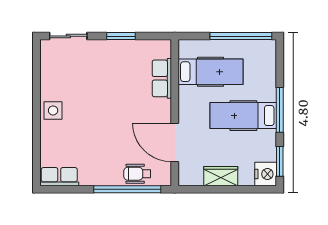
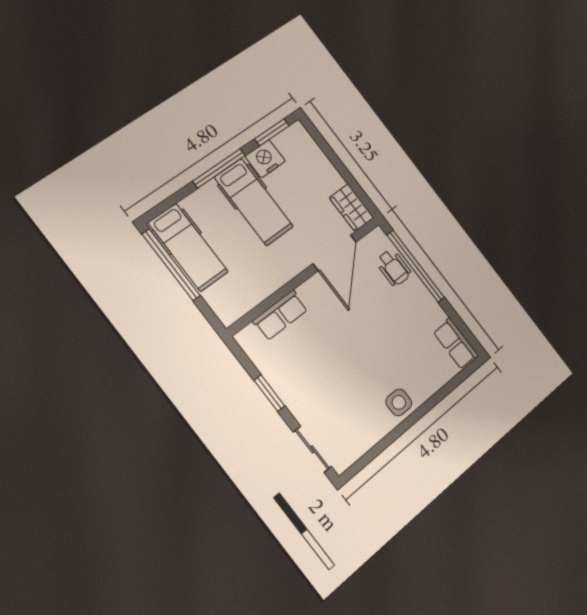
hospital bed: (211, 72) -> (188, 247), moved, turned 180
nightstand: (266, 174) -> (265, 159), moved
wardrobe: (221, 176) -> (351, 208), moved

